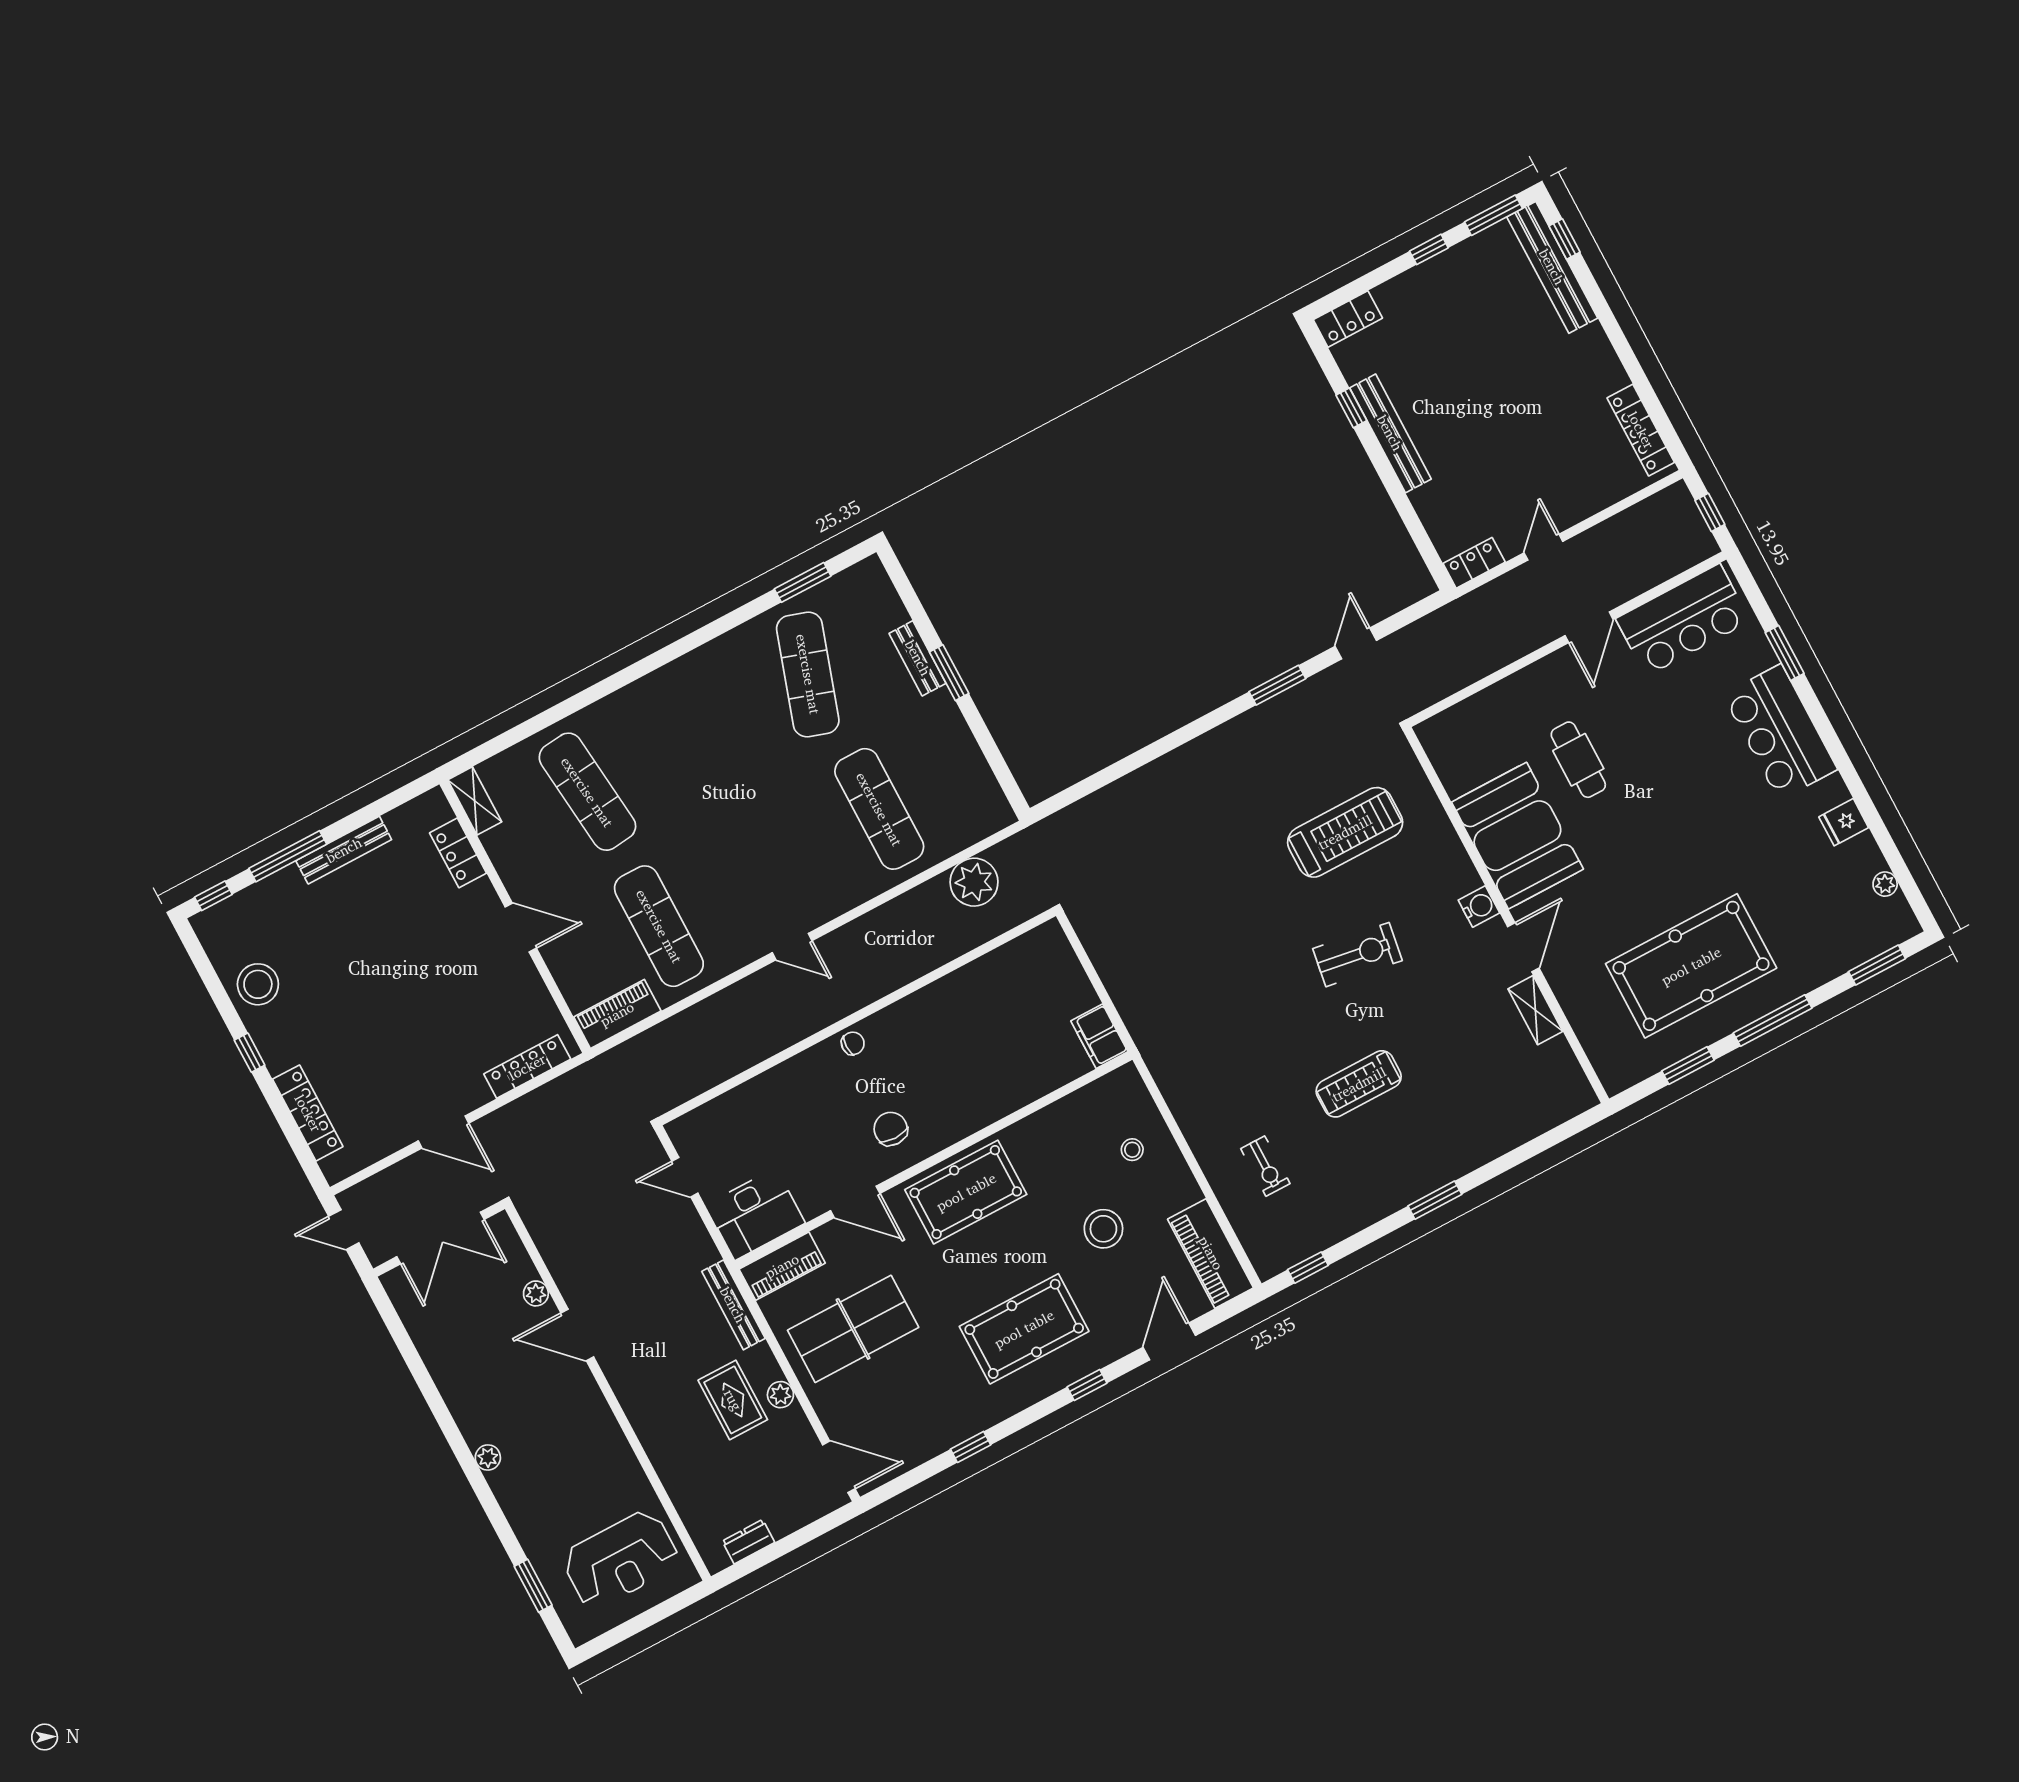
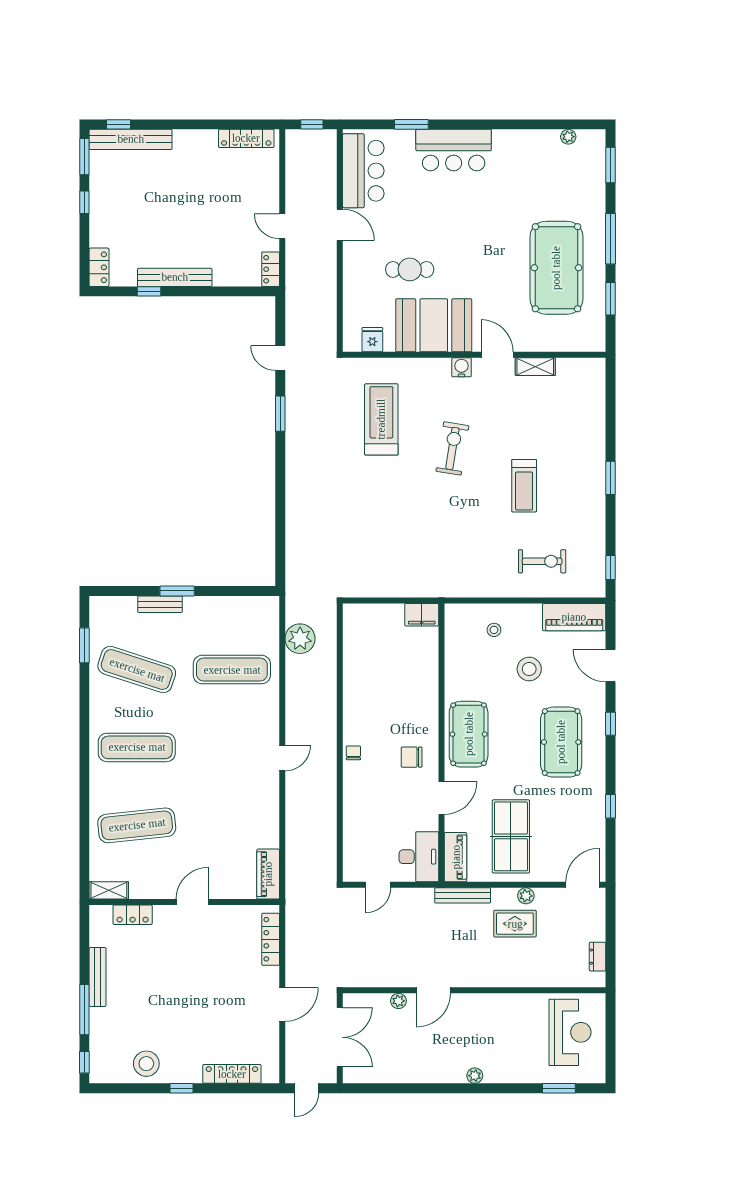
fridge: (1844, 822) -> (372, 340), moved, turned 180
exercise mat: (659, 926) -> (137, 747), moved
exercise bike: (1265, 1166) -> (542, 561), width x1.38, depth x1.39

